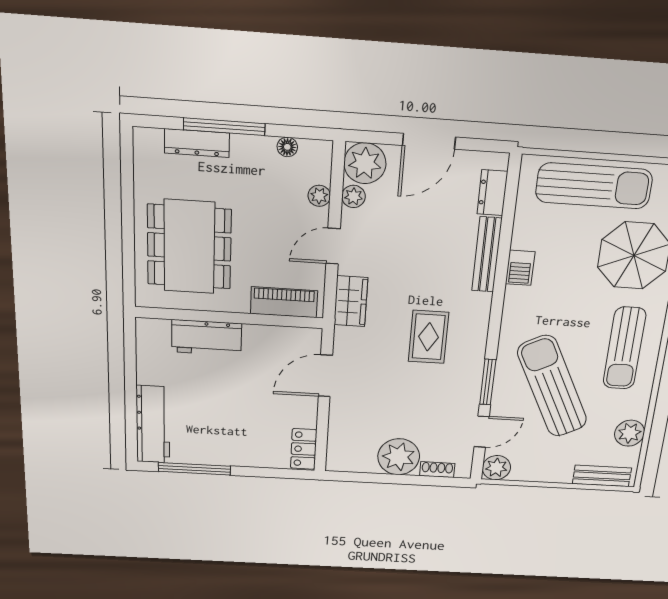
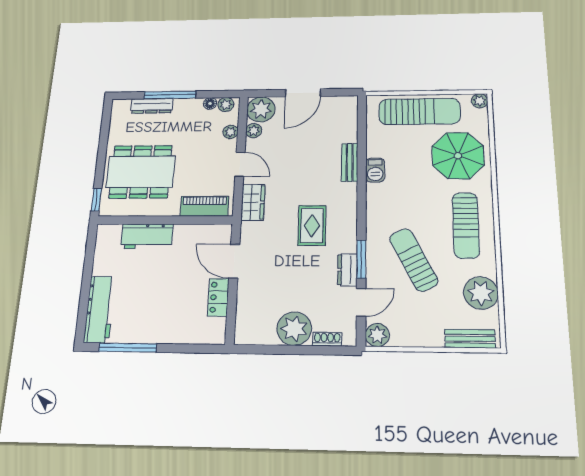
plant: (312, 151) -> (226, 105), added
dresser: (492, 193) -> (347, 270), moved
door: (333, 246) -> (240, 164), swing flipped
dining table: (189, 247) -> (141, 172), turned 90
bench: (487, 255) -> (350, 162), width x0.73
window: (129, 283) -> (96, 200), added
door: (325, 376) -> (234, 261), hinge flipped
sun lounger: (552, 386) -> (414, 260), width x0.73, depth x0.75
plant: (630, 433) -> (481, 293), width x1.36, depth x1.36
locker: (304, 449) -> (218, 297), moved

